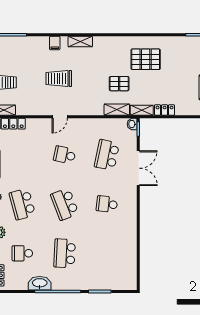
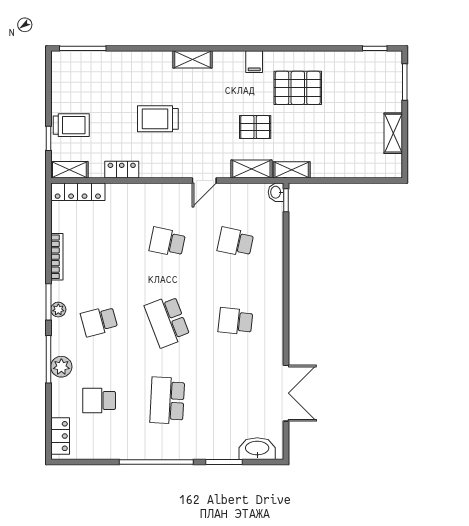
filing cabinet: (55, 43) -> (254, 62), moved
locker: (165, 110) -> (122, 170), moved
door: (60, 117) -> (204, 180), moved
school desk: (107, 155) -> (235, 242), width x0.54
double door: (138, 168) -> (286, 393), moved
school desk: (22, 204) -> (99, 321), width x0.54
washbasin: (40, 283) -> (257, 449), moved

